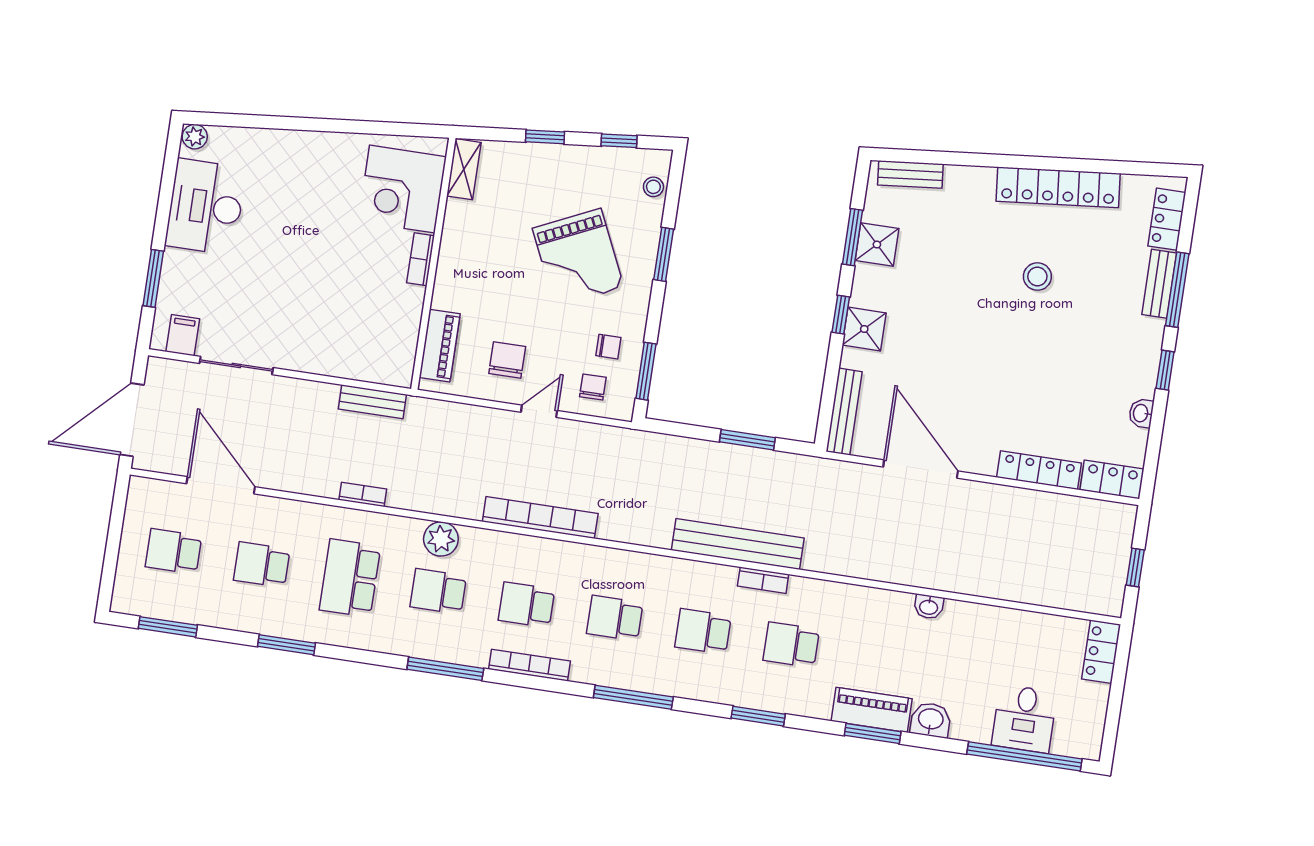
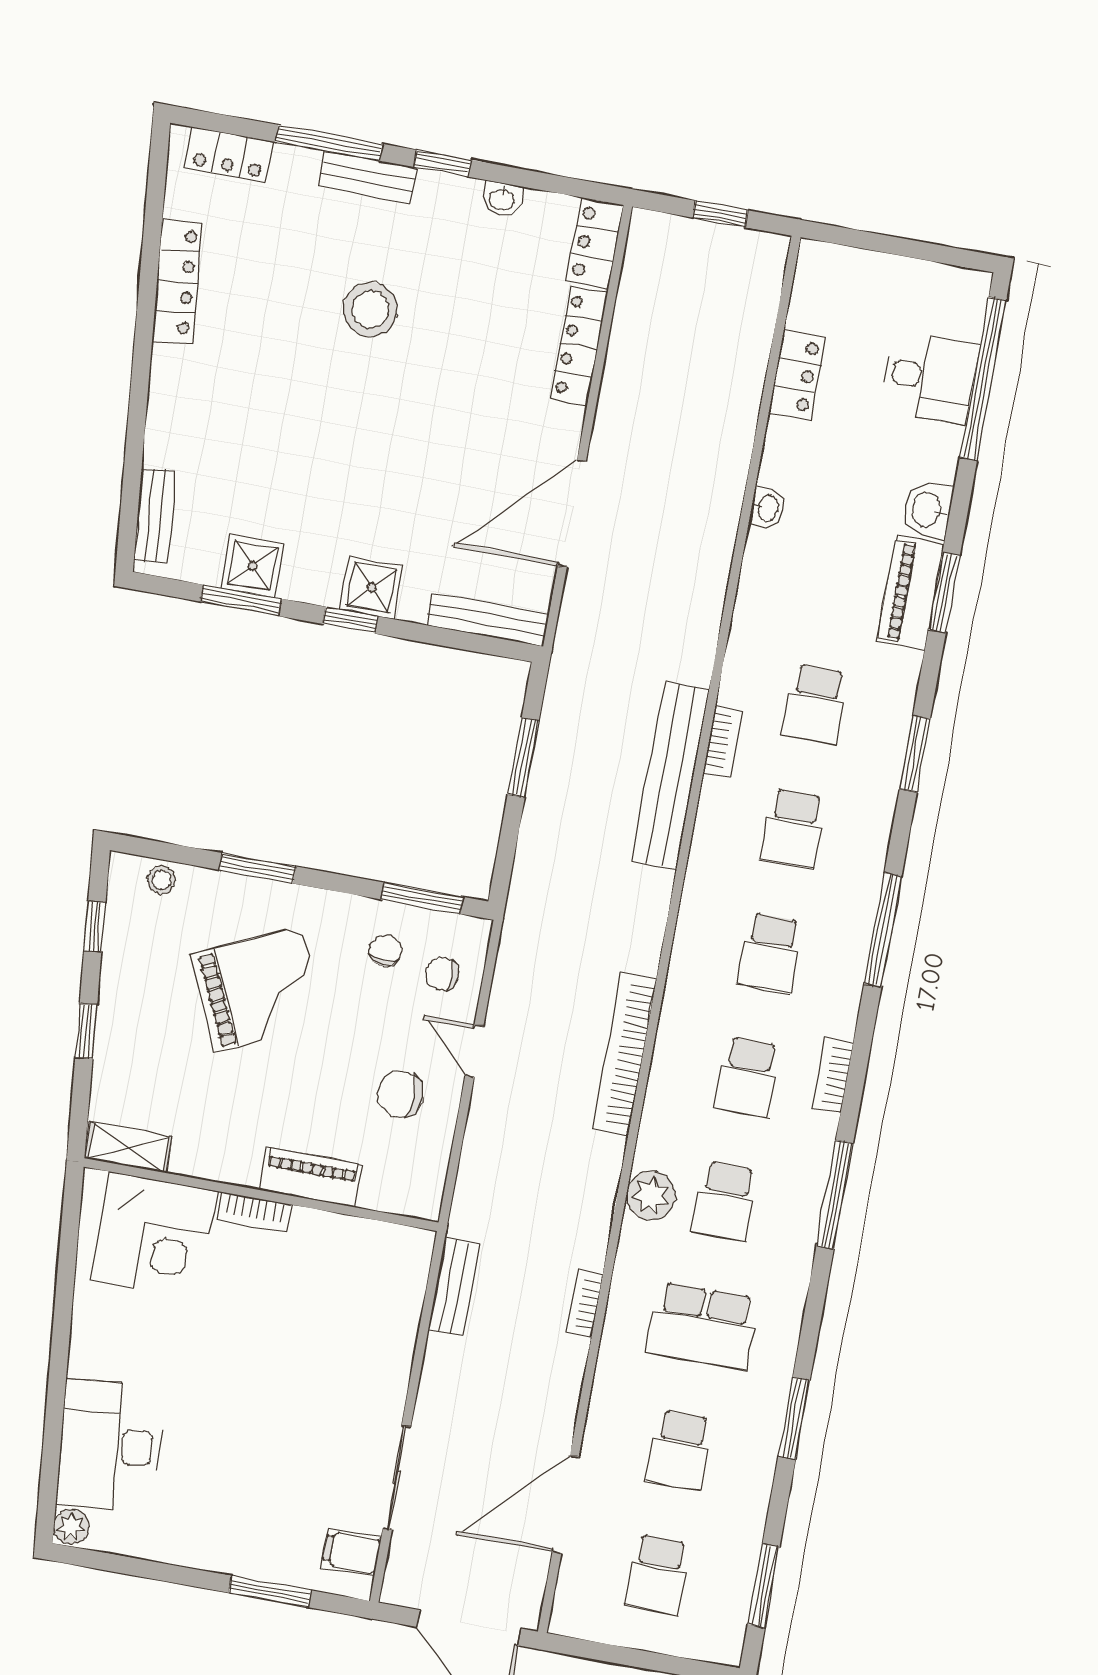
locker: (1058, 187) -> (177, 282), width x0.71, depth x0.83
desk: (206, 207) -> (110, 1446), moved, turned 84
stool: (1037, 277) -> (370, 309), moved, width x1.38, depth x1.38
bench: (1159, 284) -> (368, 177), moved
piano: (440, 346) -> (311, 1177), moved
locker: (1101, 652) -> (797, 375), moved, turned -90
bookcase: (529, 665) -> (833, 1075), width x0.64

